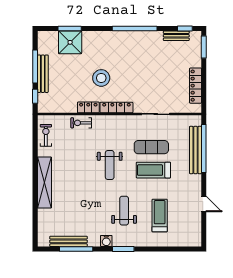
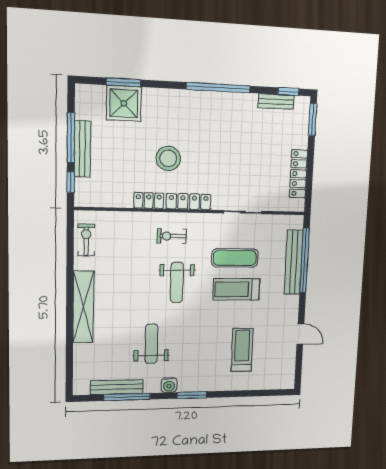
exercise bike: (81, 123) -> (172, 236), moved
weight bench: (124, 211) -> (151, 344), moved

